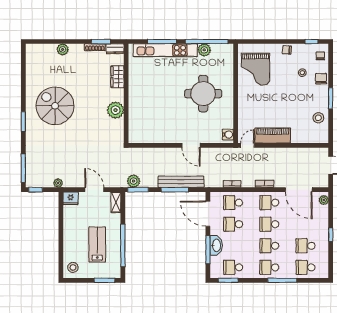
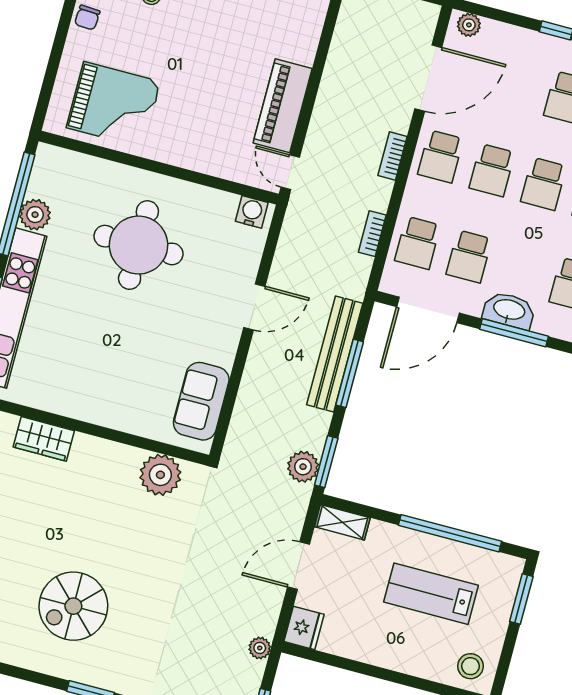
spiral stairs: (55, 106) -> (73, 606), width x0.73, depth x0.73
plant: (116, 110) -> (160, 475), moved
sofa: (149, 134) -> (201, 401), added

